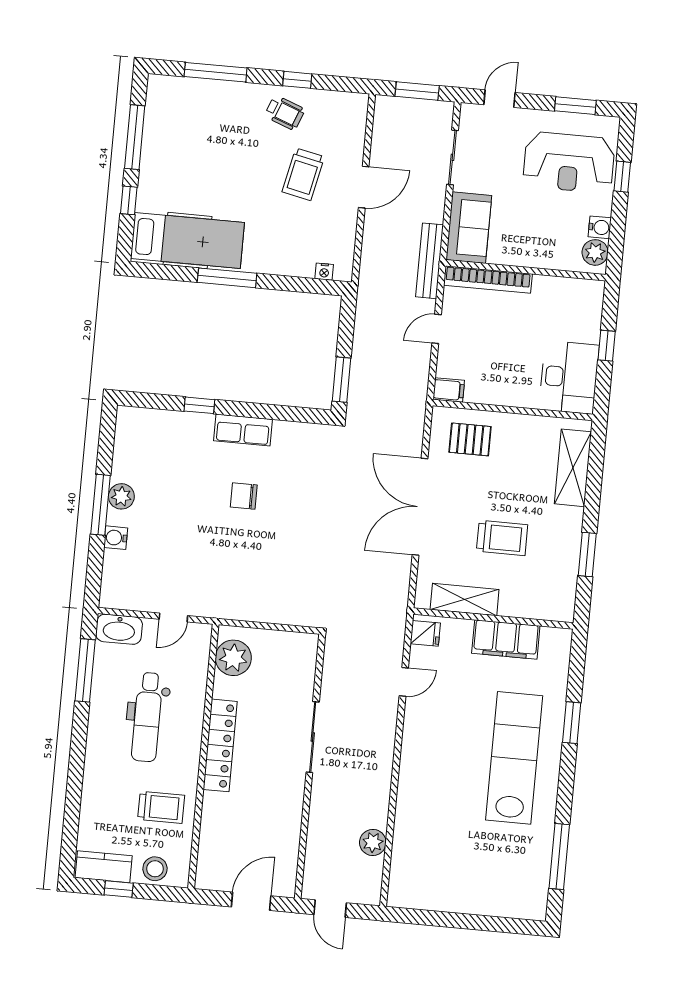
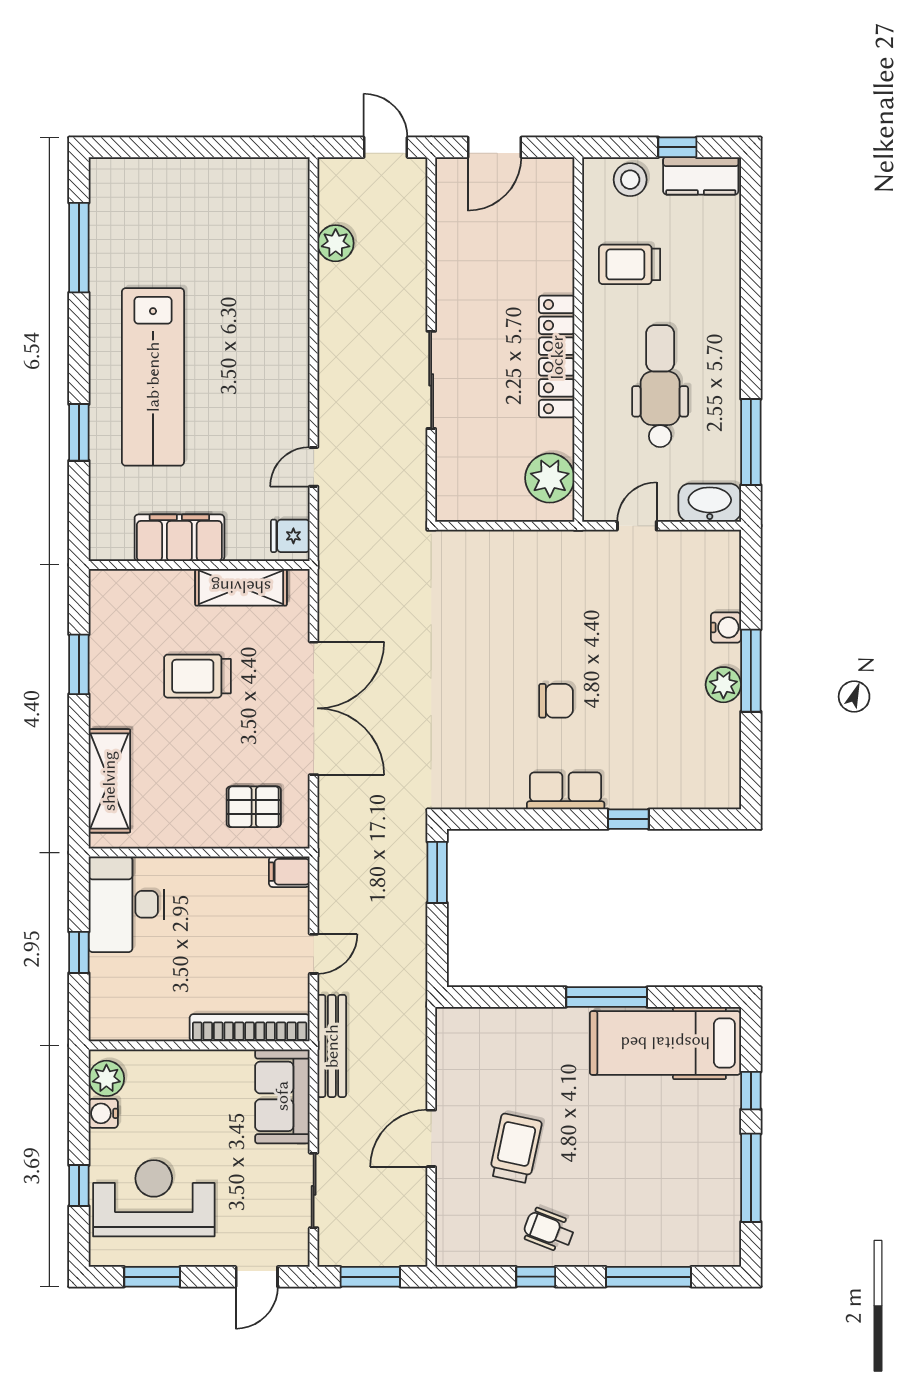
nightstand: (324, 272) -> (474, 1018), removed

